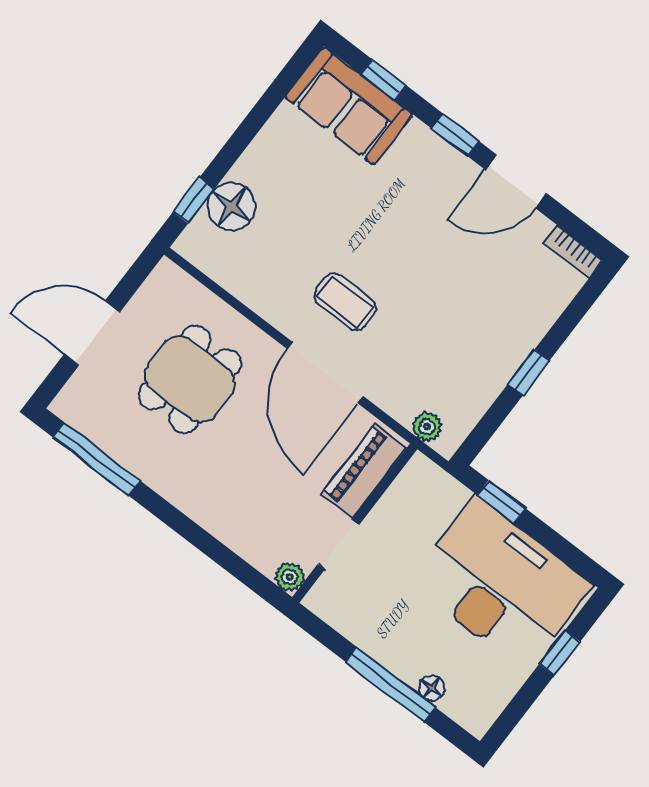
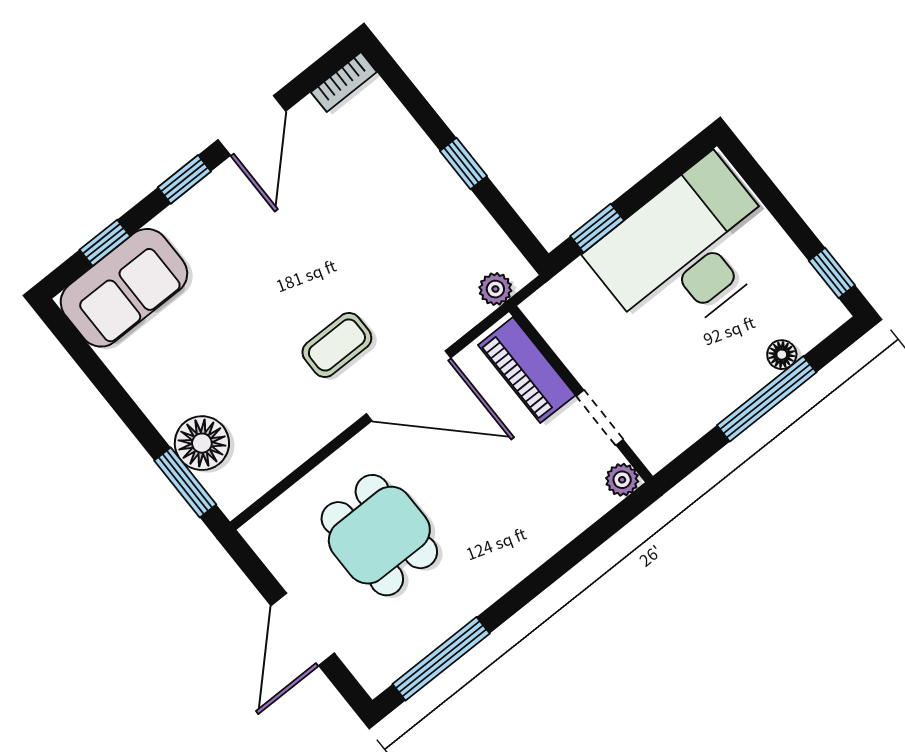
window: (194, 200) -> (185, 483), width x1.50
window: (560, 653) -> (832, 273), moved

